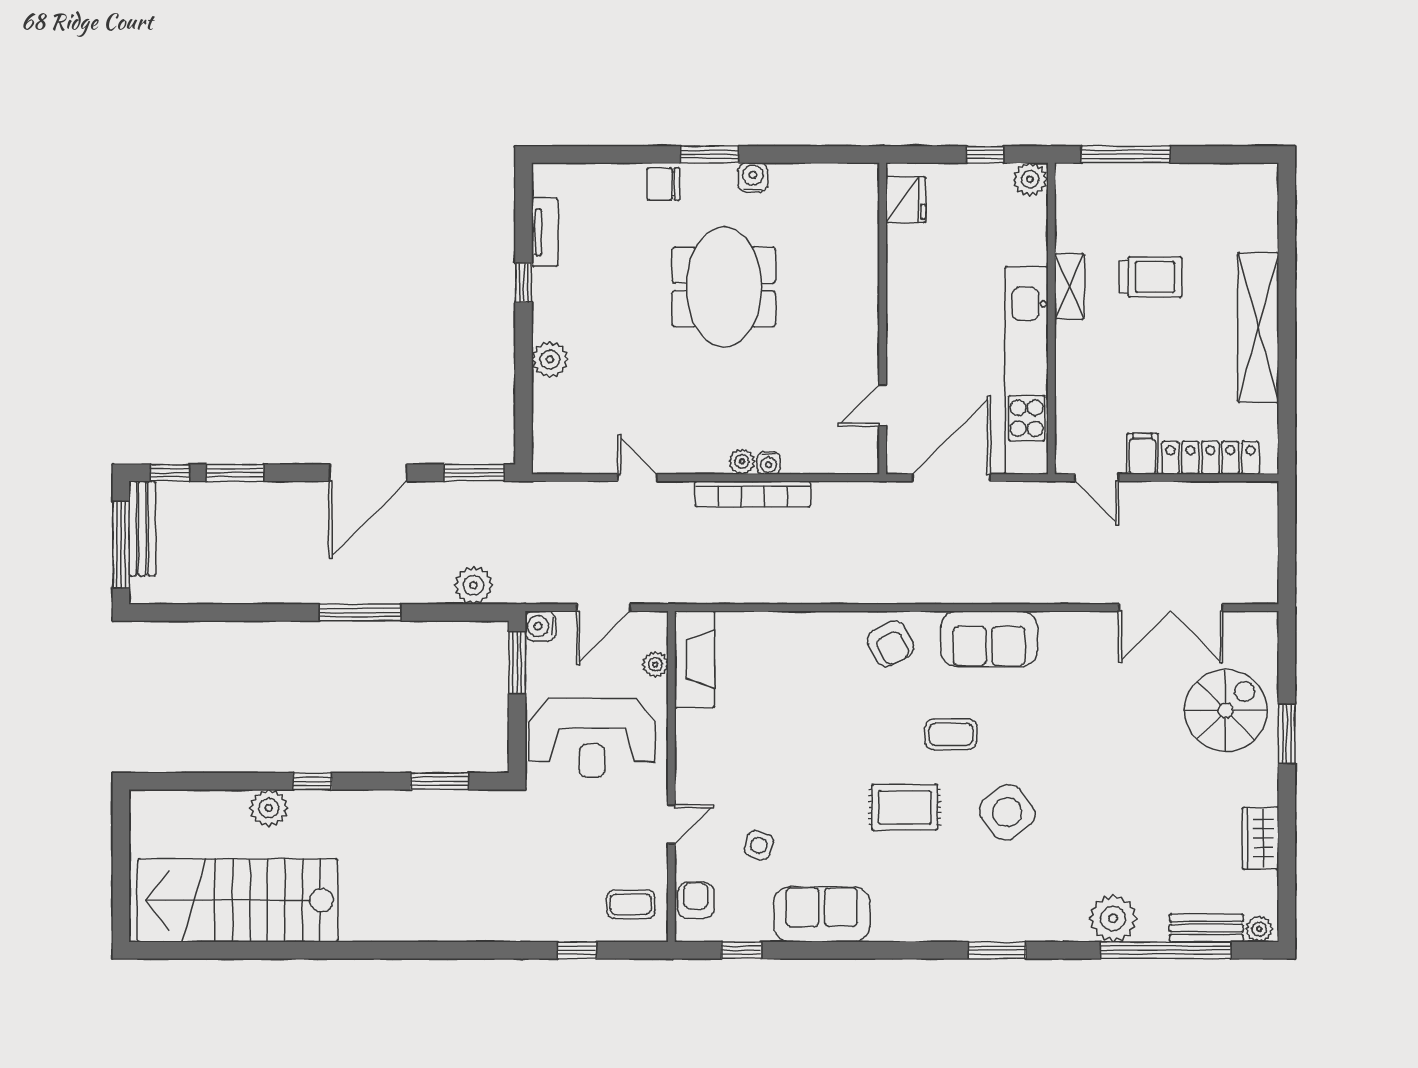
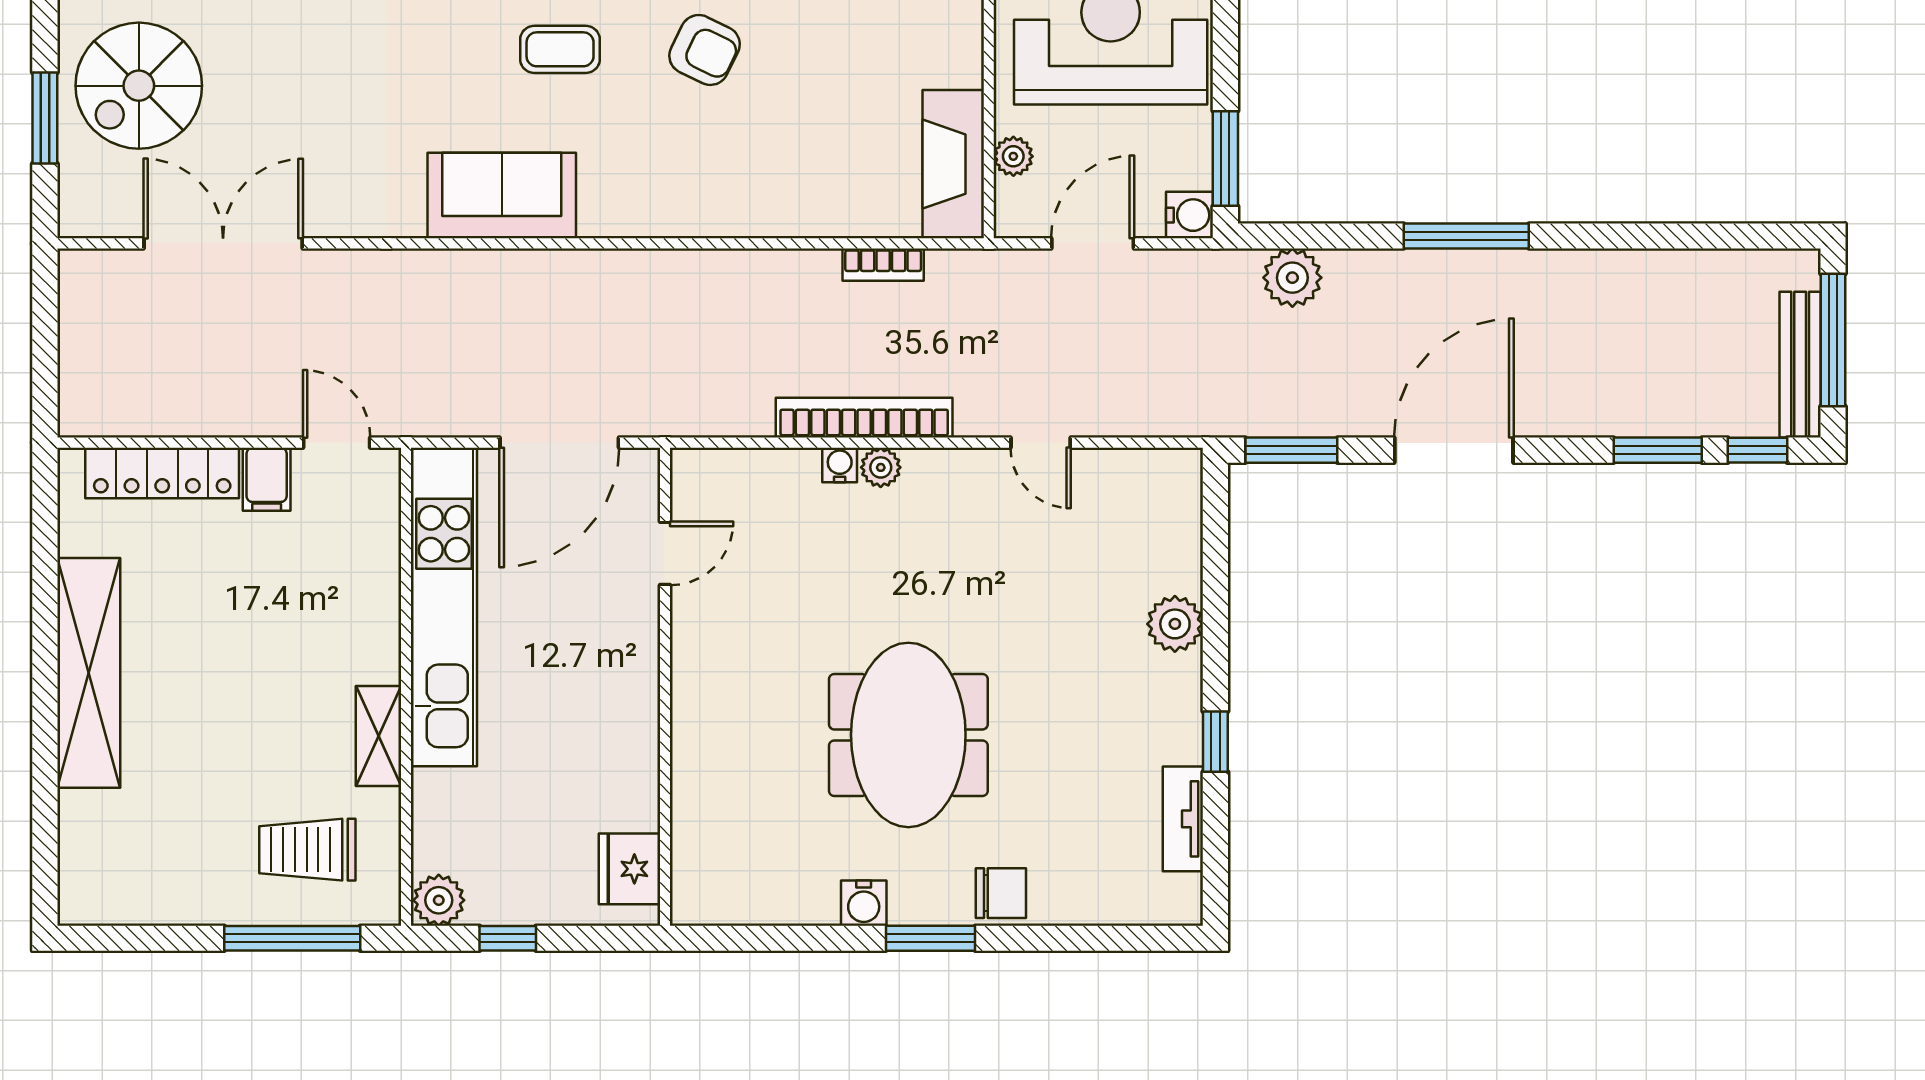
trolley: (1151, 277) -> (307, 850), moved
bookcase: (740, 594) -> (883, 265), added
armchair: (891, 644) -> (705, 50), moved, turned 143
window: (1287, 734) -> (45, 118), moved

